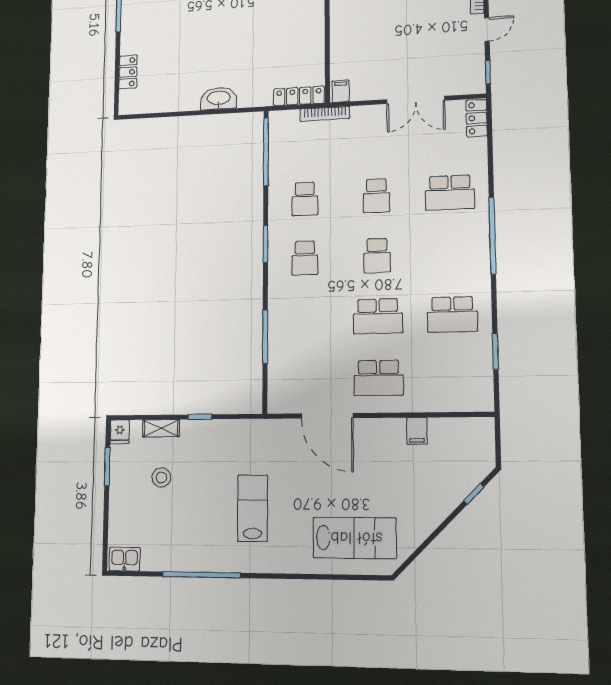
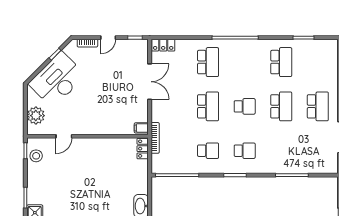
door: (487, 30) -> (108, 38), swing flipped
locker: (299, 96) -> (143, 149), width x0.66
school desk: (376, 196) -> (208, 106), width x1.85

